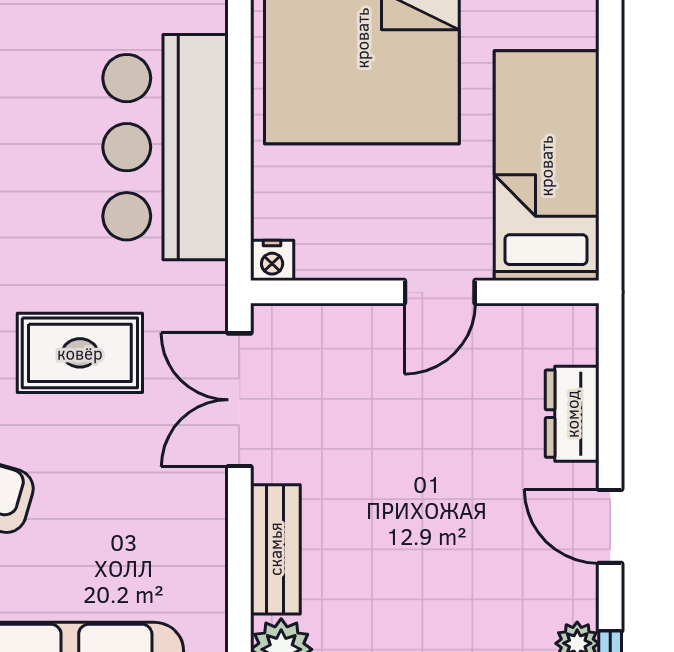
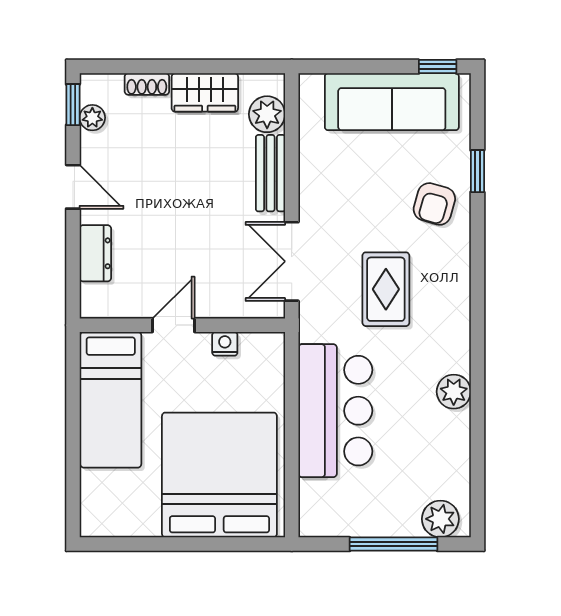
nightstand: (272, 260) -> (225, 344), moved
rug: (80, 353) -> (386, 289), turned 90
double door: (239, 400) -> (292, 261), swing flipped

